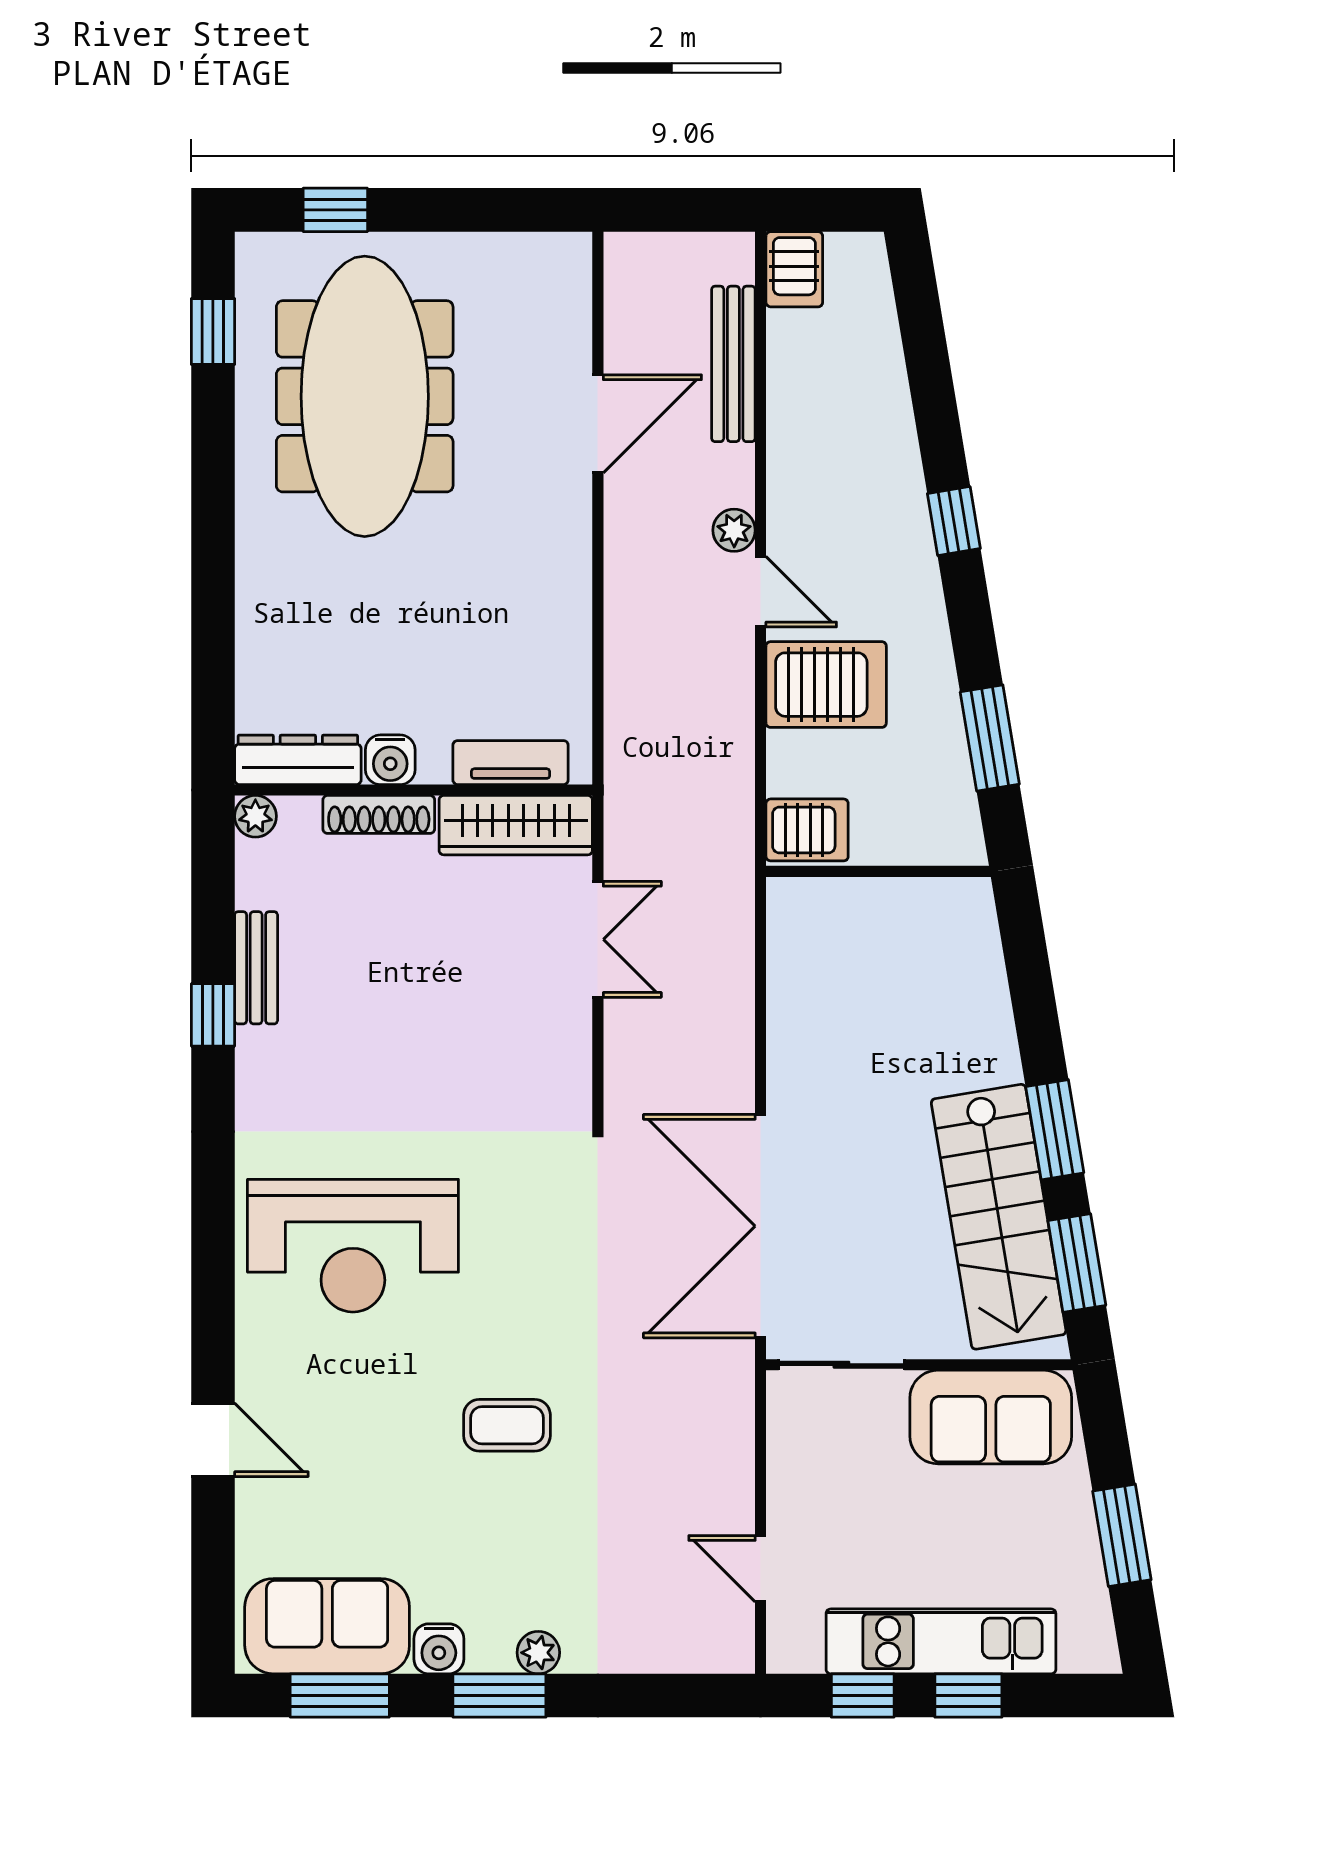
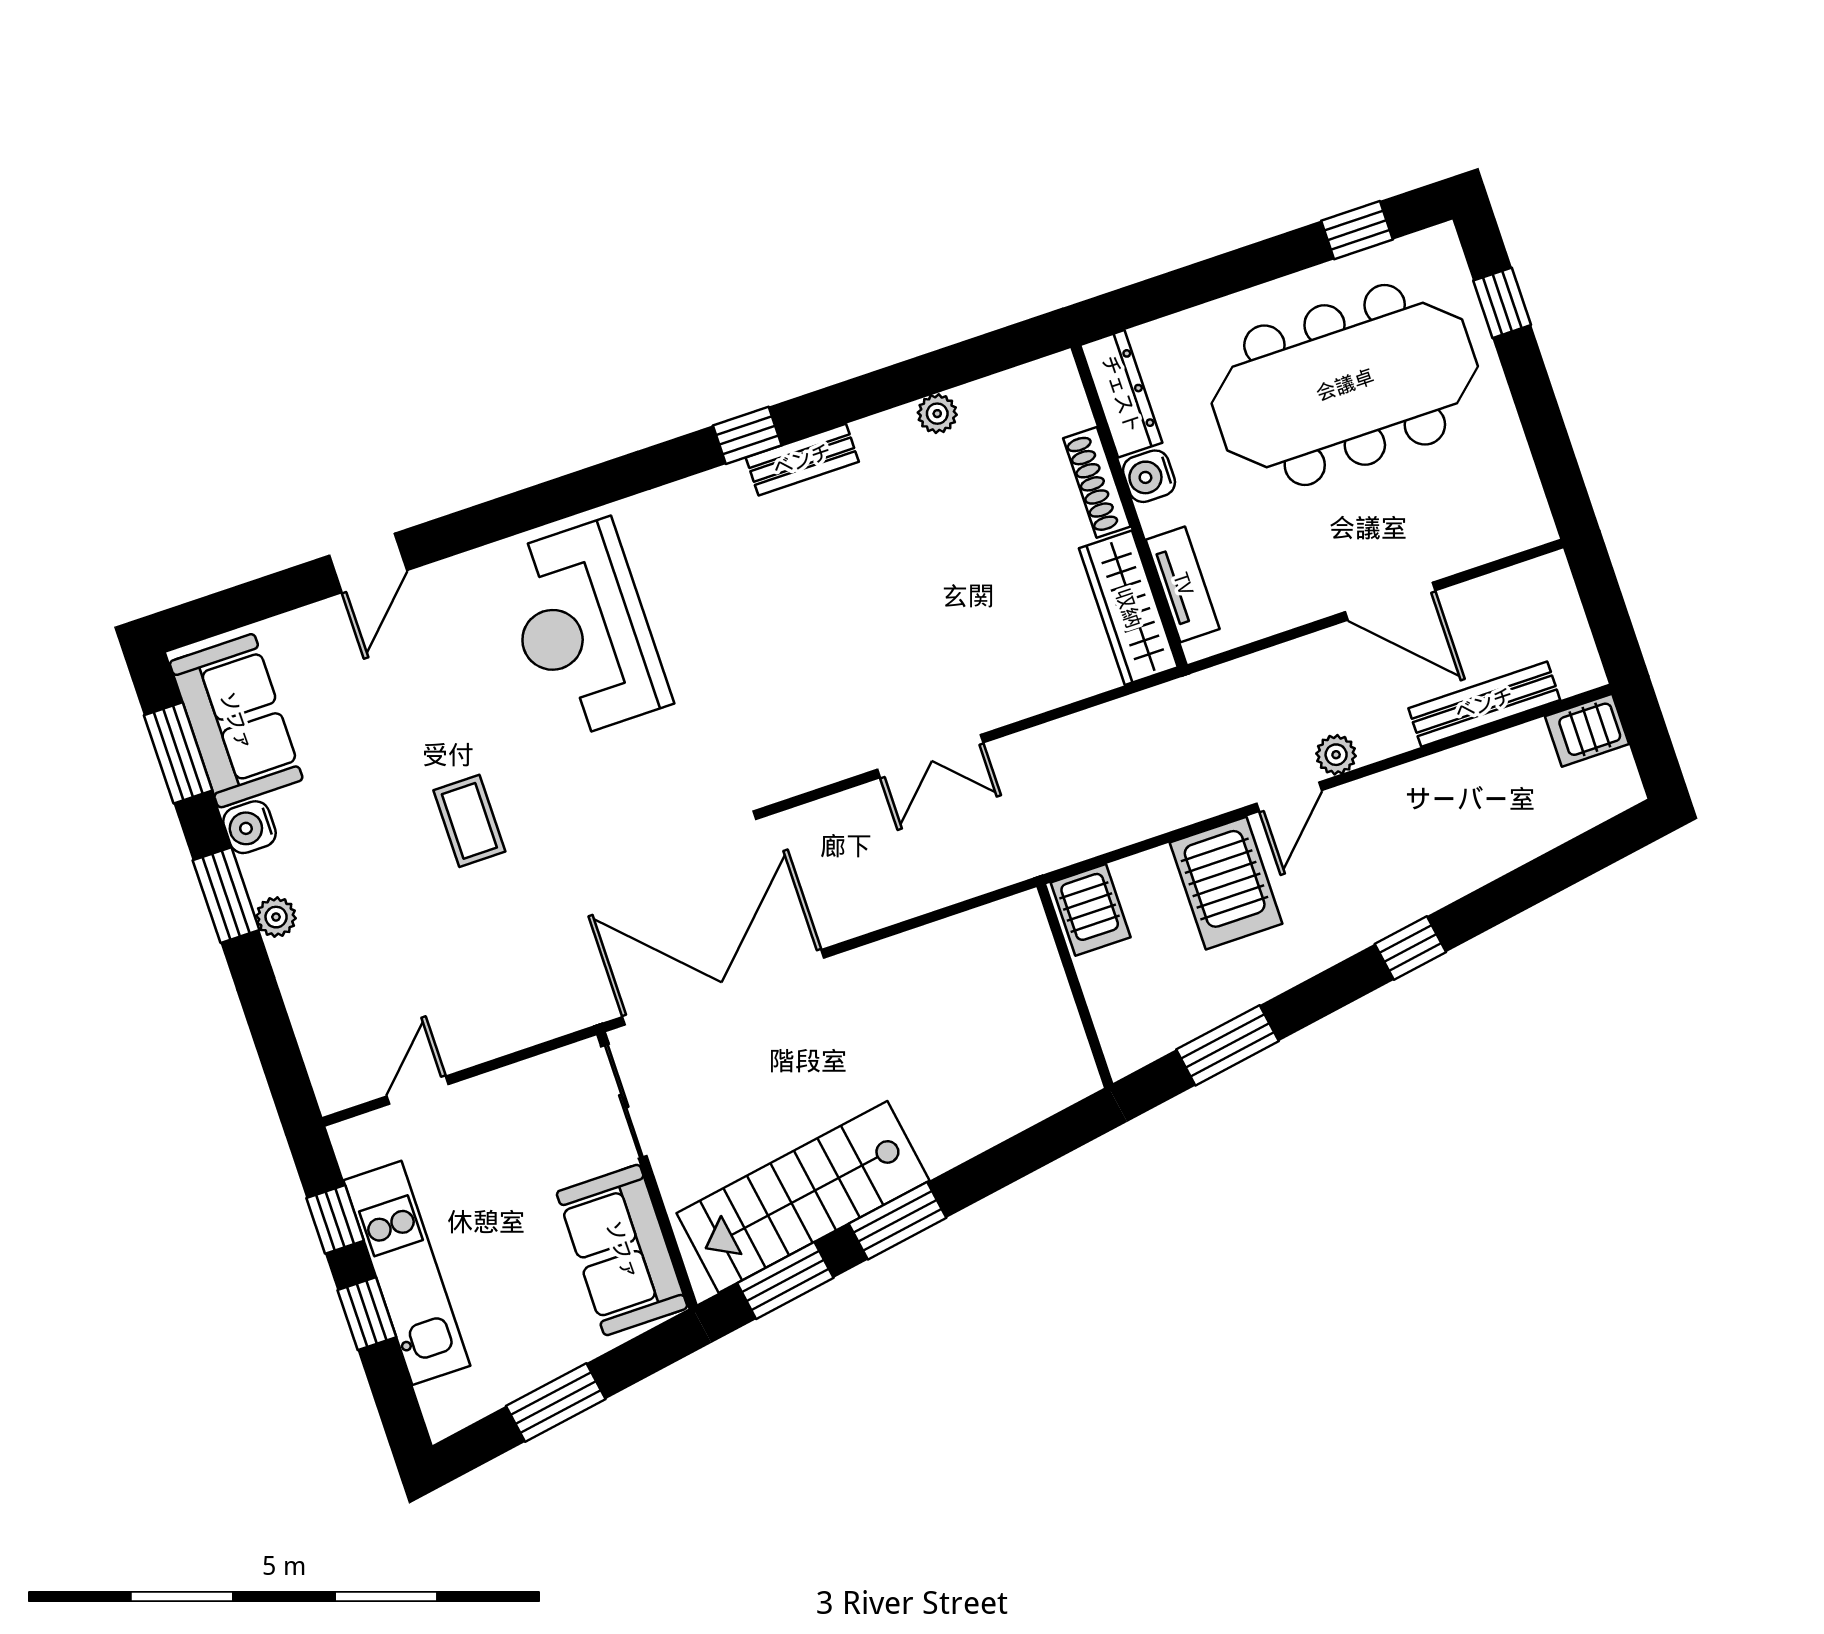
dresser: (298, 760) -> (1121, 394), moved
water cooler: (390, 760) -> (1149, 476), moved
tv unit: (511, 763) -> (1183, 584), moved
wall: (414, 790) -> (1129, 506), moved
shoe rack: (379, 814) -> (1097, 482), moved
wardrobe: (516, 825) -> (1128, 608), moved

